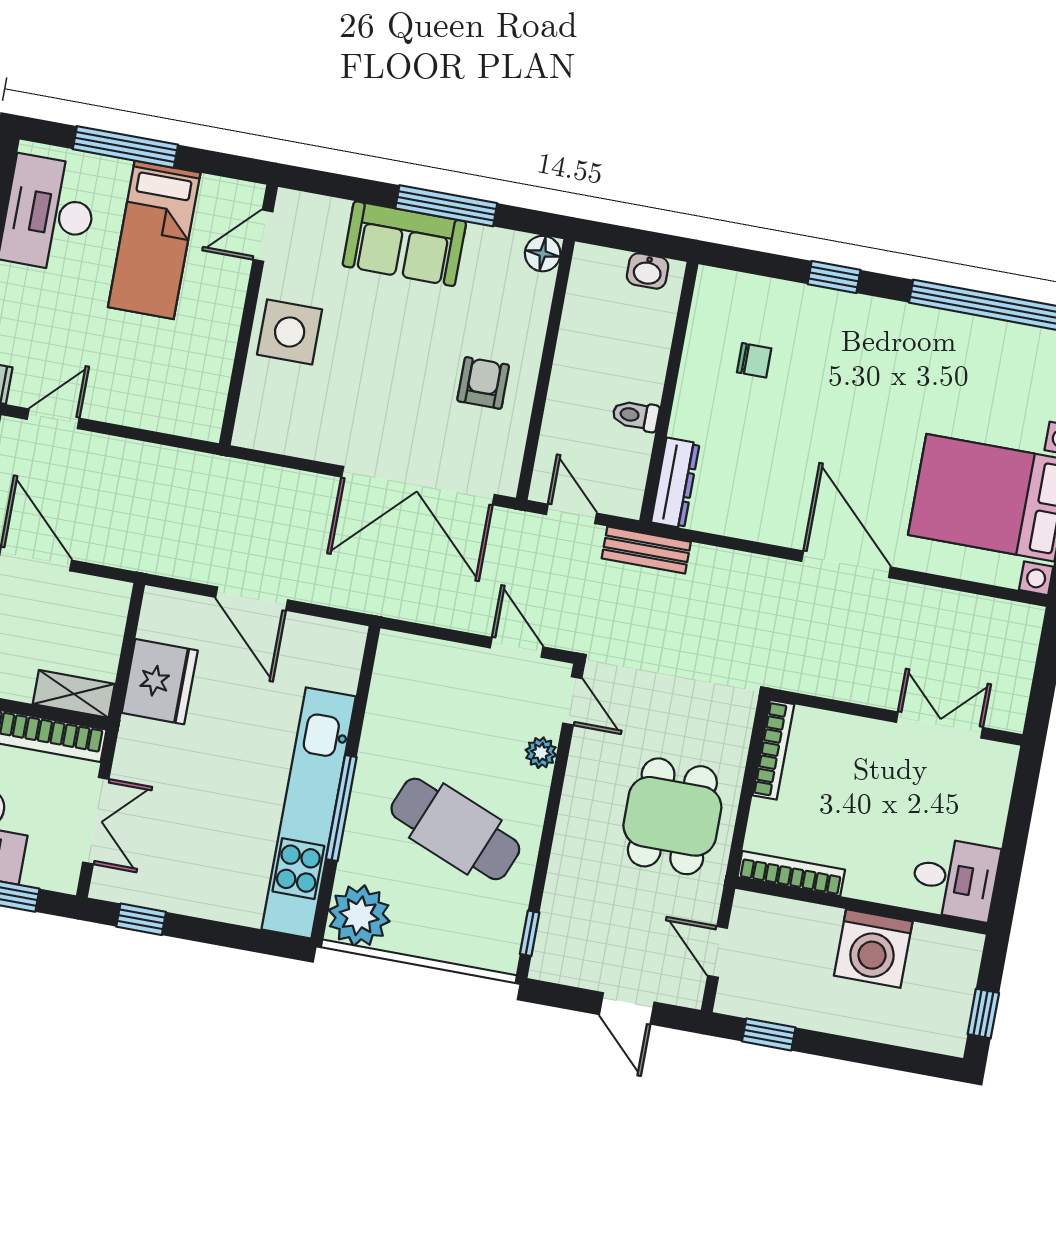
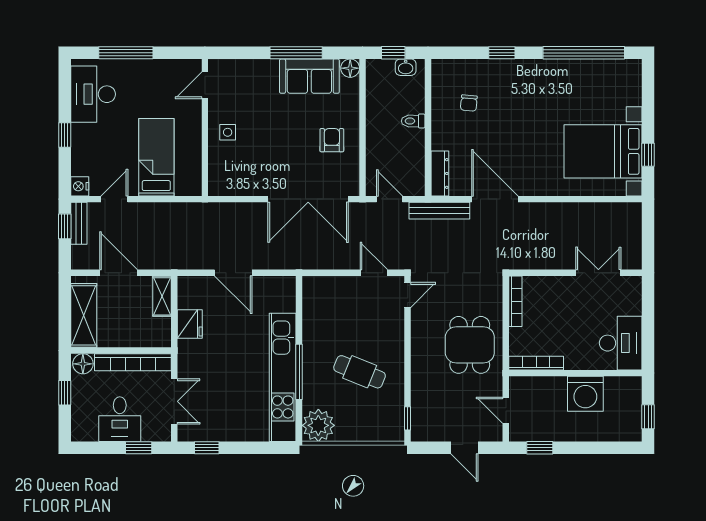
window: (629, 239) -> (393, 53), added
bed: (154, 240) -> (156, 157), moved, turned 180
sofa: (404, 244) -> (309, 76), moved
side table: (290, 332) -> (228, 132), width x0.54, depth x0.54
chair: (754, 360) -> (469, 103), turned 95
toilet: (636, 416) -> (413, 121), moved
bench: (646, 550) -> (439, 211), width x1.36
door: (846, 564) -> (495, 199), moved
fridge: (160, 682) -> (190, 324), width x0.73, depth x0.75
shelving: (74, 694) -> (162, 296), moved, turned 90
door: (572, 701) -> (408, 295), hinge flipped
plant: (541, 753) -> (396, 325), removed
cafe table: (455, 829) -> (360, 372), width x0.73, depth x0.74
desk: (955, 879) -> (621, 343), width x1.37

